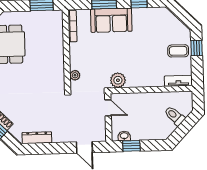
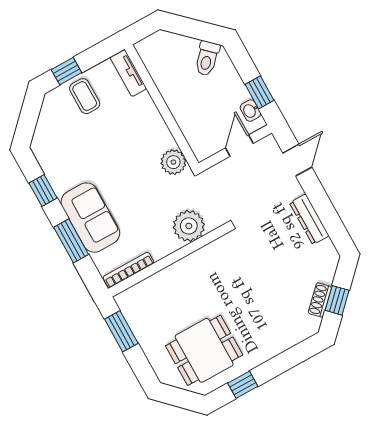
plant: (75, 75) -> (189, 226), width x1.87, depth x1.87
door: (108, 108) -> (239, 146), moved
toilet: (174, 116) -> (207, 58), moved
dresser: (37, 138) -> (309, 219), moved

